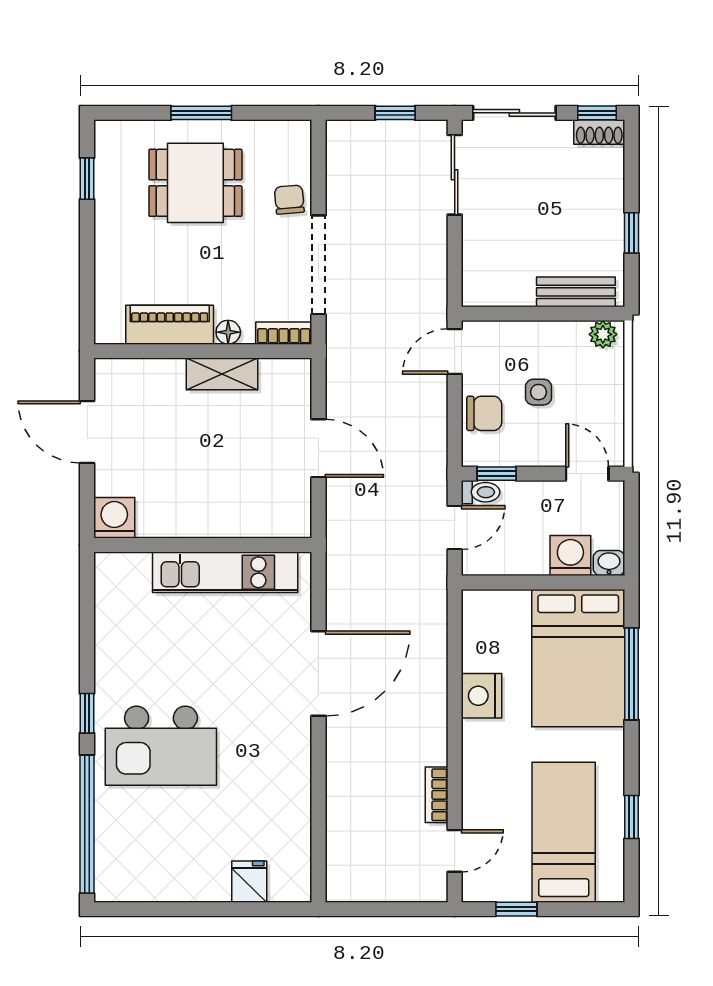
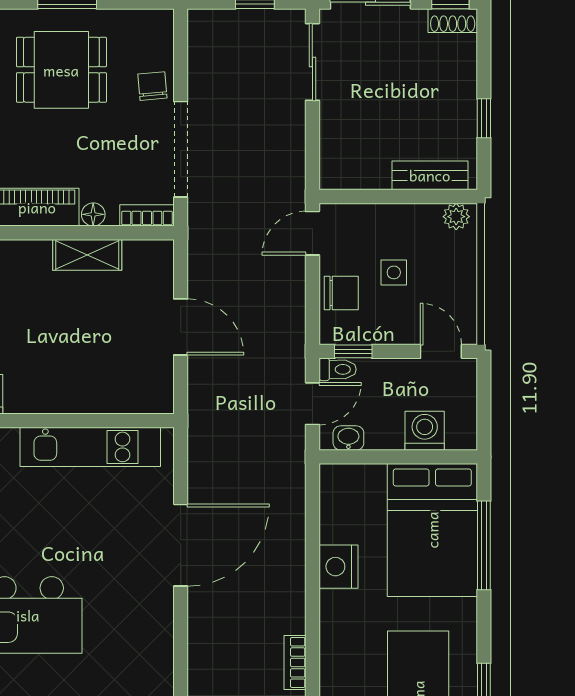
washbasin: (609, 563) -> (348, 438), moved

